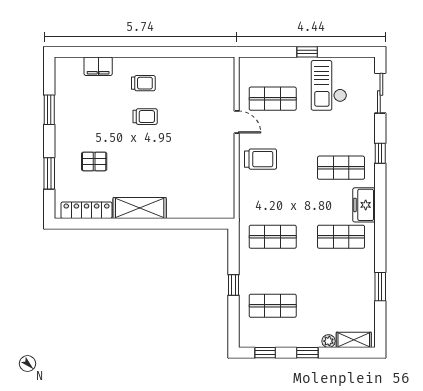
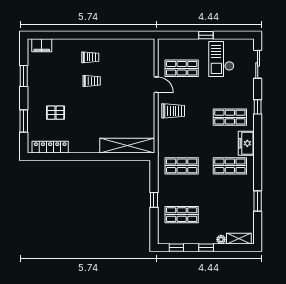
filing cabinet: (98, 66) -> (42, 45), moved
shelving: (140, 208) -> (127, 146), moved, width x1.47

